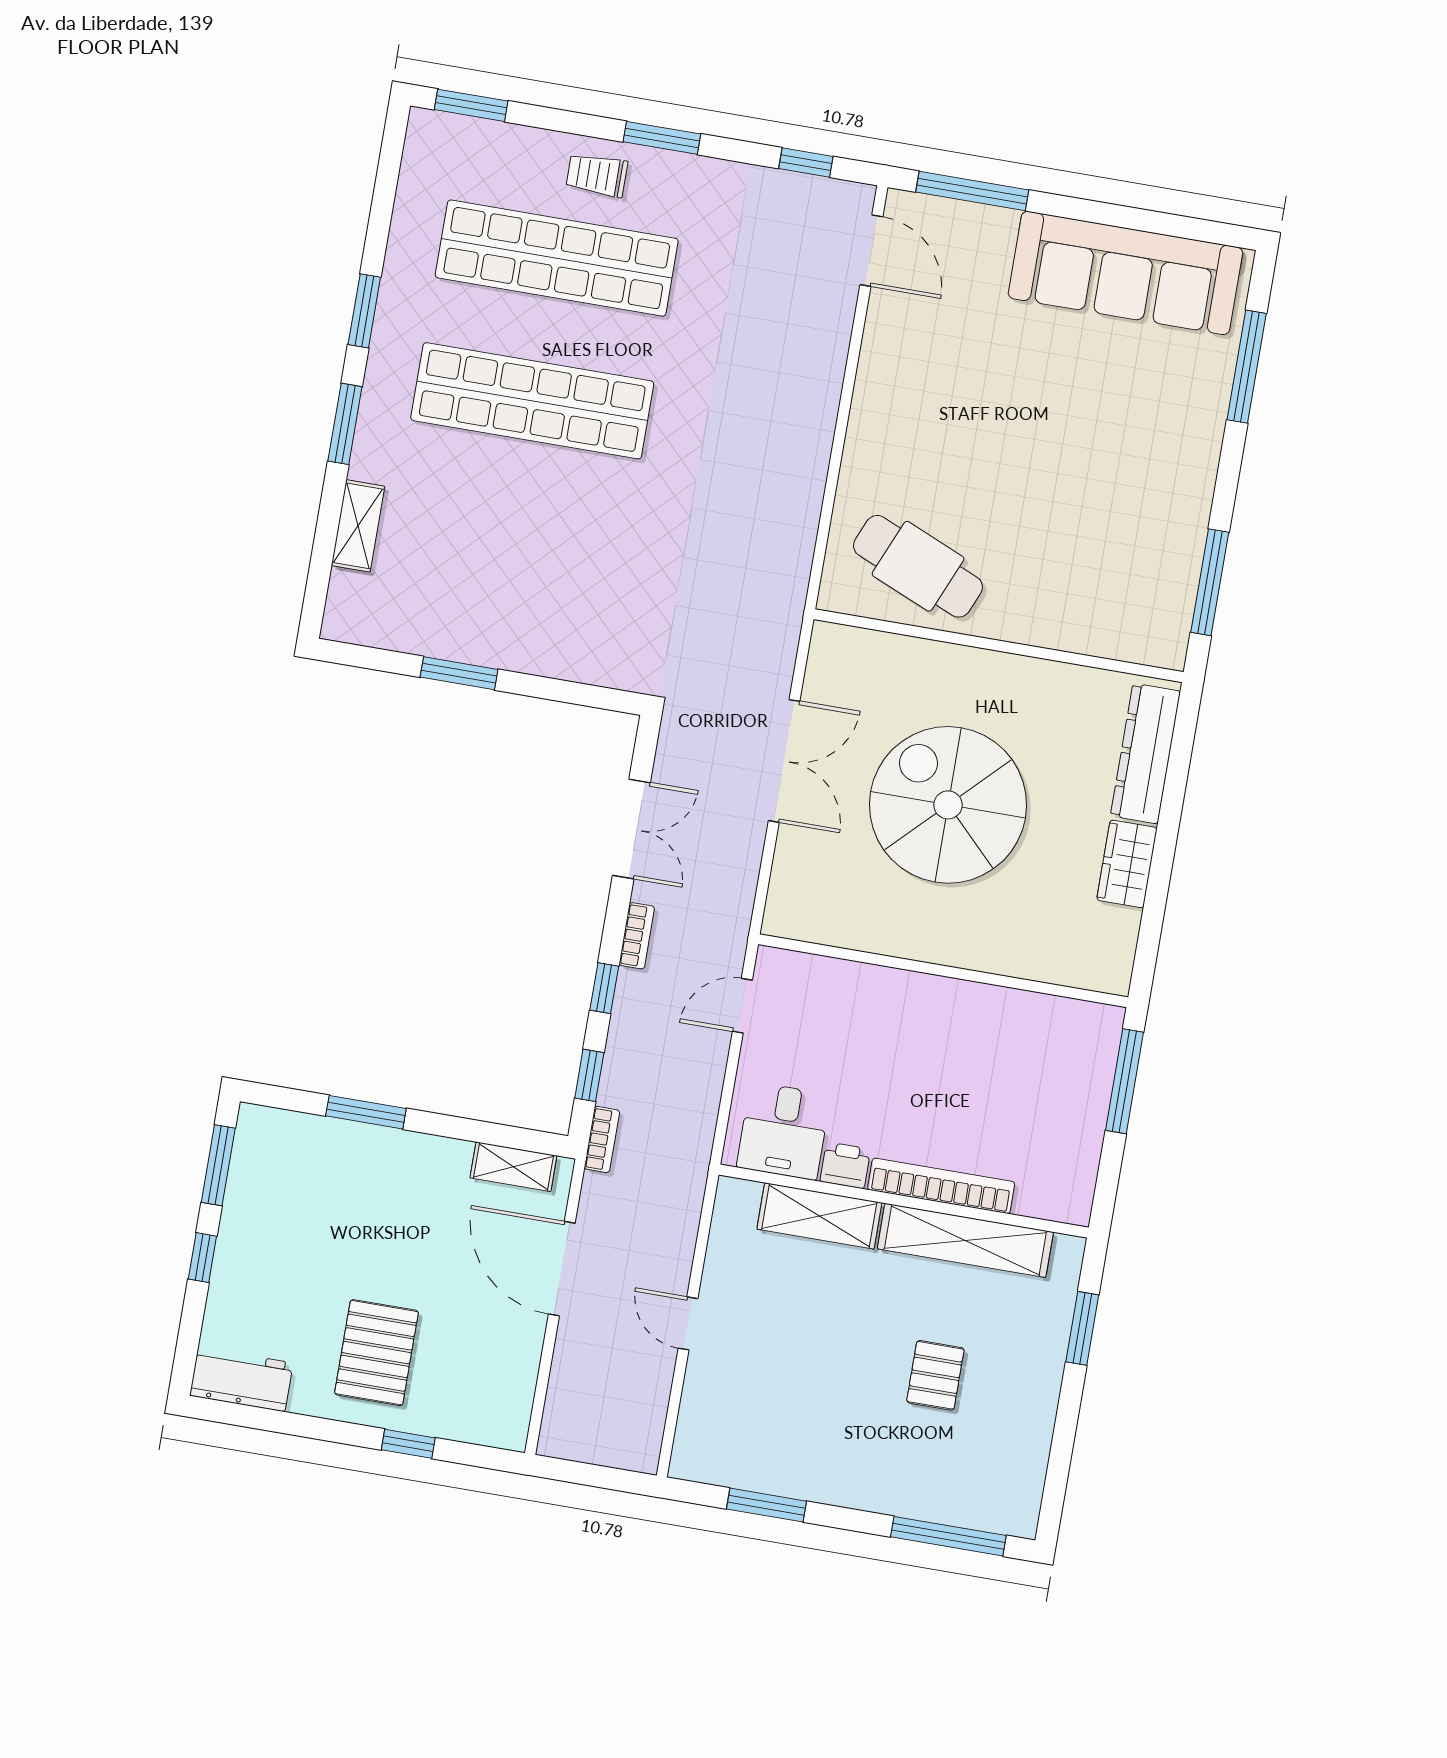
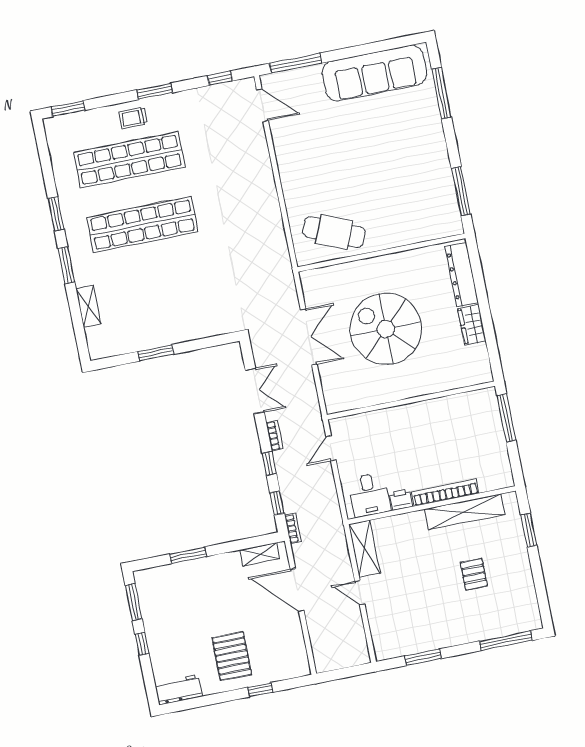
shelving: (819, 1216) -> (364, 549), moved, turned 90

